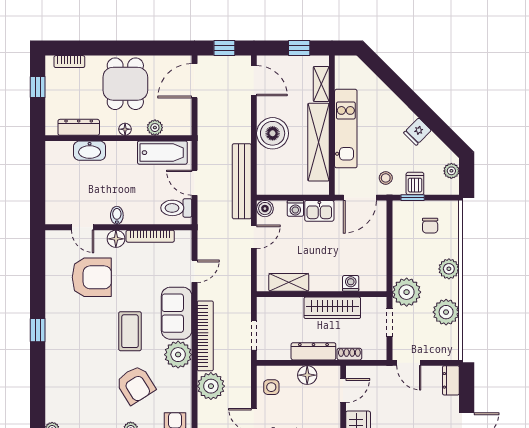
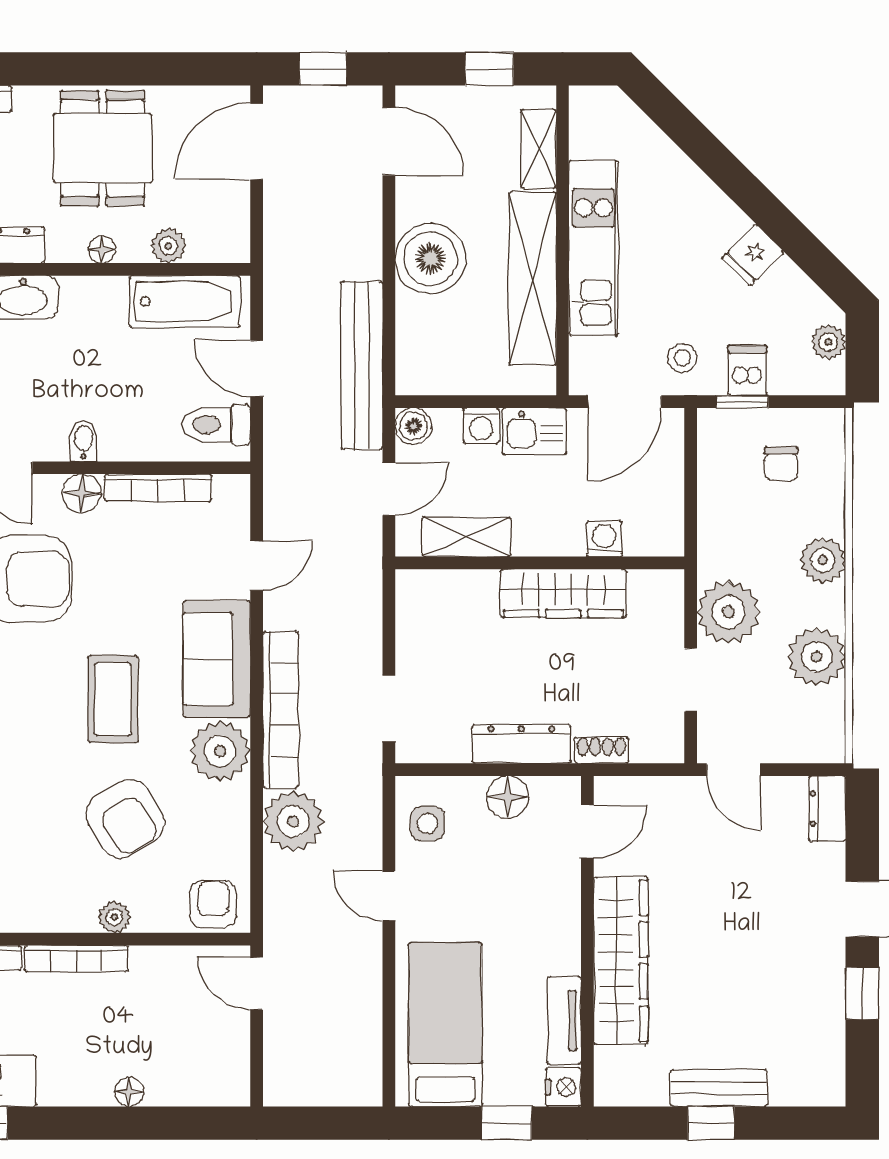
shelving: (289, 282) -> (466, 537), moved
washing machine: (351, 283) -> (604, 539), moved
wall: (322, 294) -> (540, 563), moved
wardrobe: (332, 308) -> (563, 593), moved

